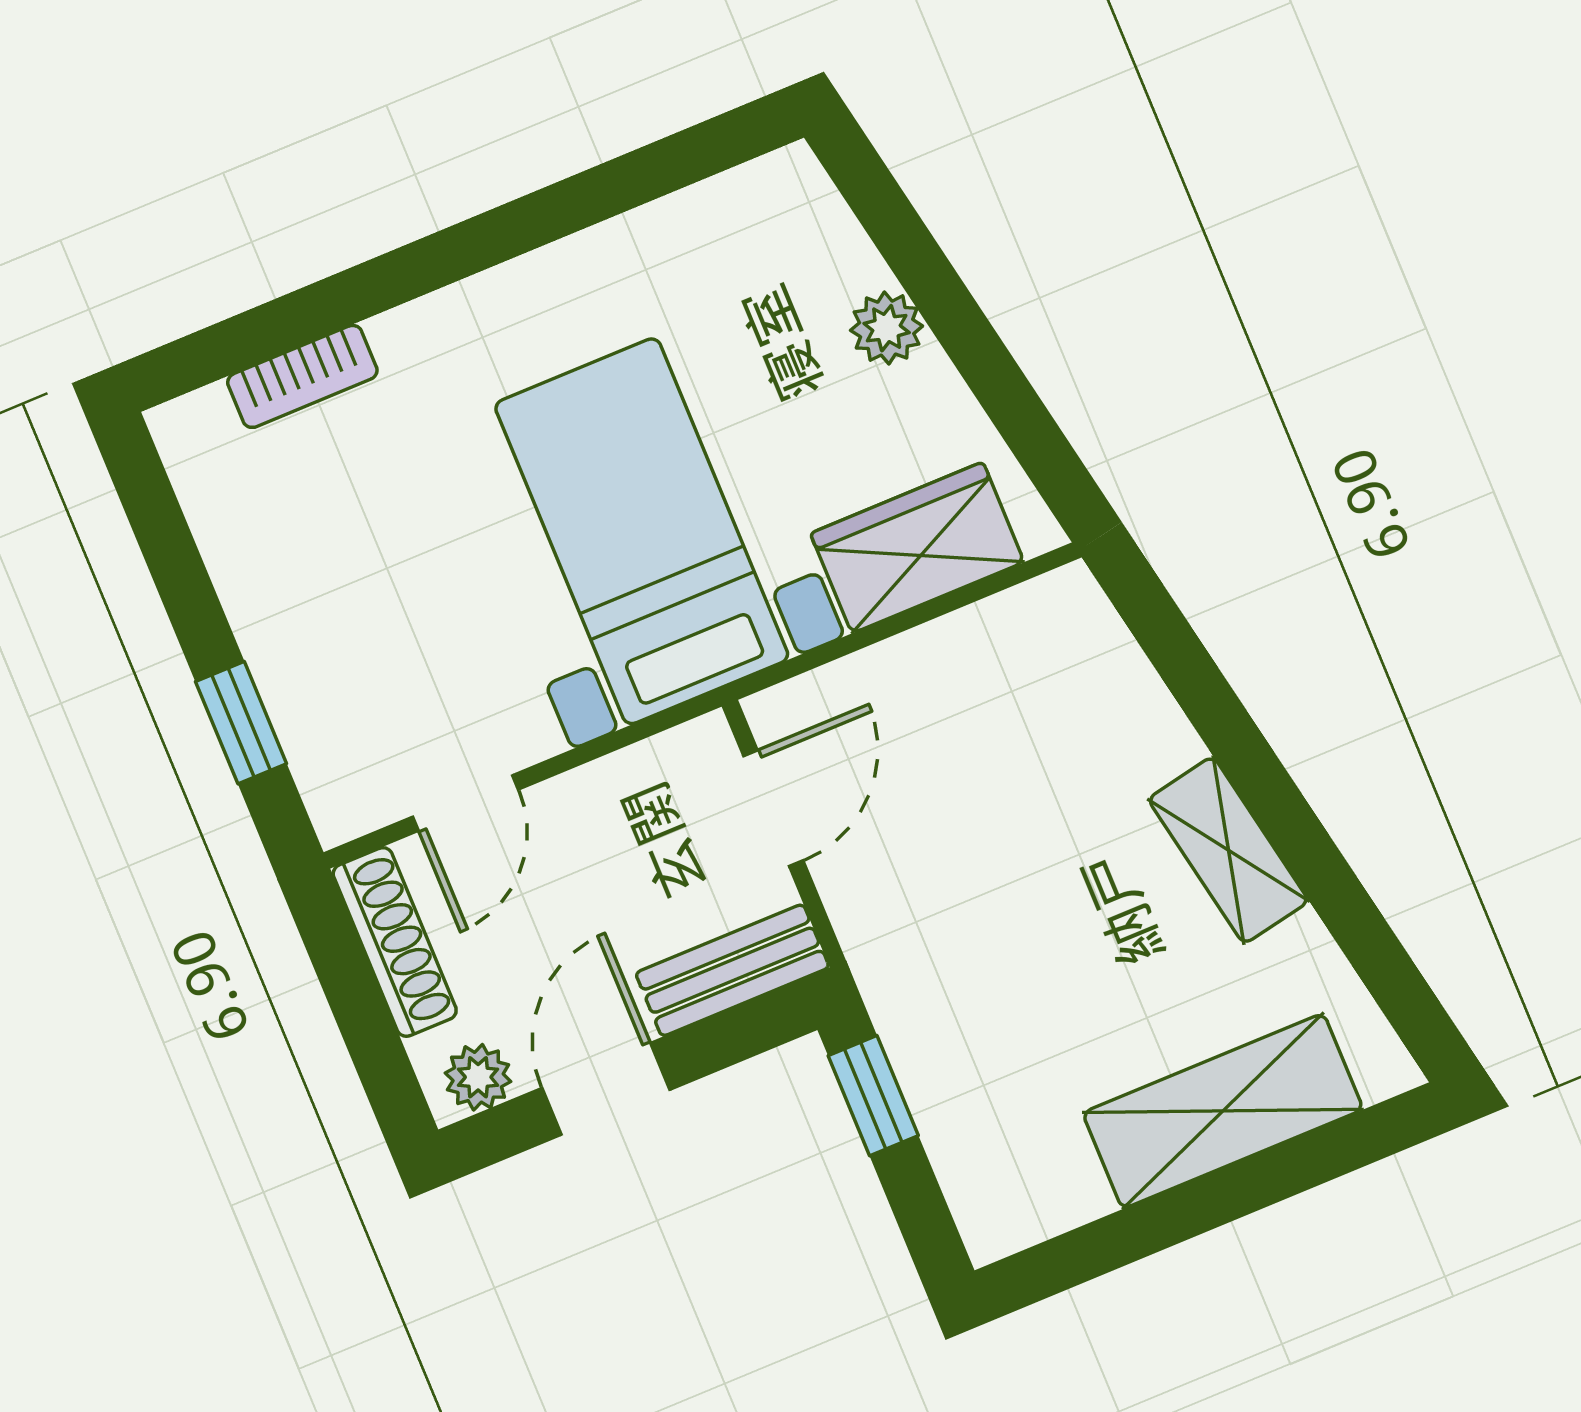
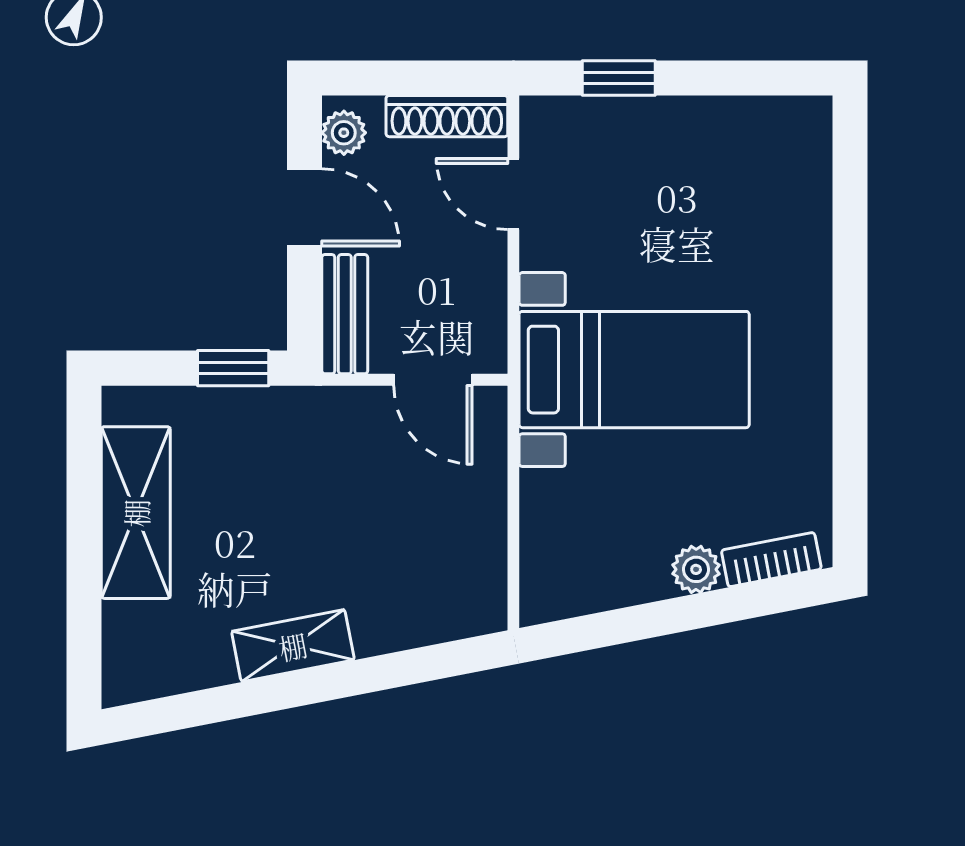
bookcase: (302, 376) -> (771, 560), moved, turned 79
wardrobe: (917, 548) -> (555, 533), removed
shelving: (1223, 1111) -> (136, 513), moved

